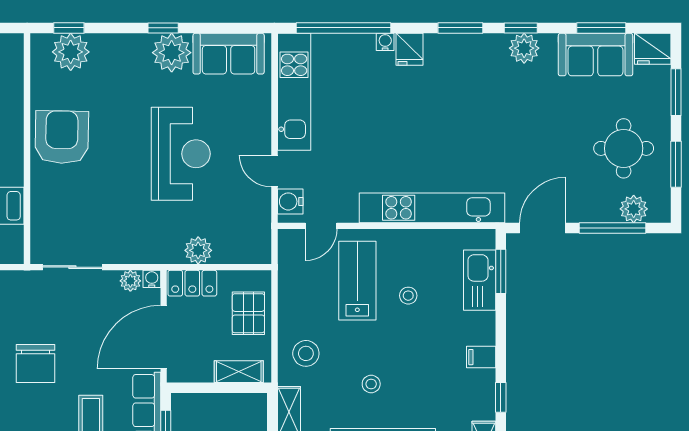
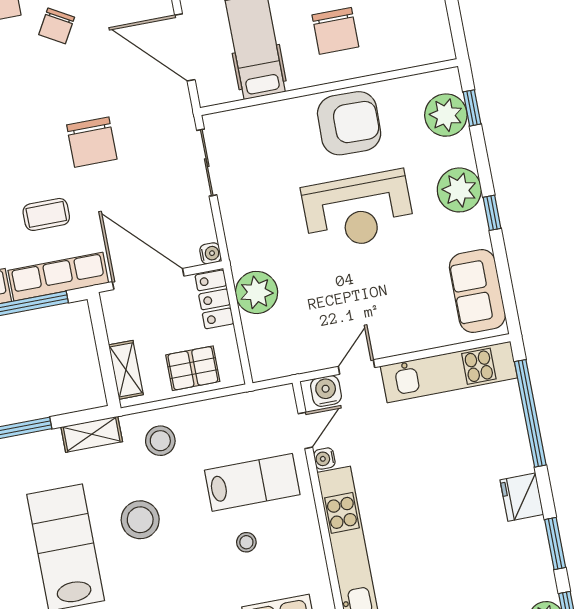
water cooler: (385, 42) -> (324, 459), moved, turned 180
fridge: (409, 49) -> (522, 497), width x1.38
plant: (172, 53) -> (459, 190), moved
reception desk: (181, 154) -> (358, 210), moved
door: (321, 226) -> (305, 430), swing flipped
plant: (198, 250) -> (257, 292), width x1.36, depth x1.36
plant: (130, 281) -> (204, 230), removed
chair: (35, 363) -> (92, 142), turned -90
stool: (371, 384) -> (140, 520), width x1.89, depth x1.89

